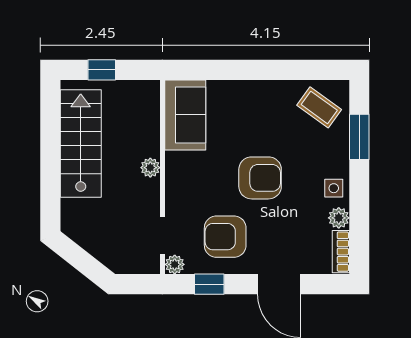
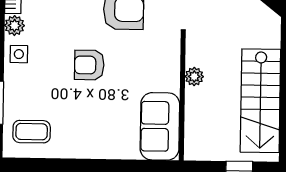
coffee table: (319, 107) -> (32, 132), turned -36
armchair: (260, 178) -> (89, 65), width x0.72, depth x0.72

